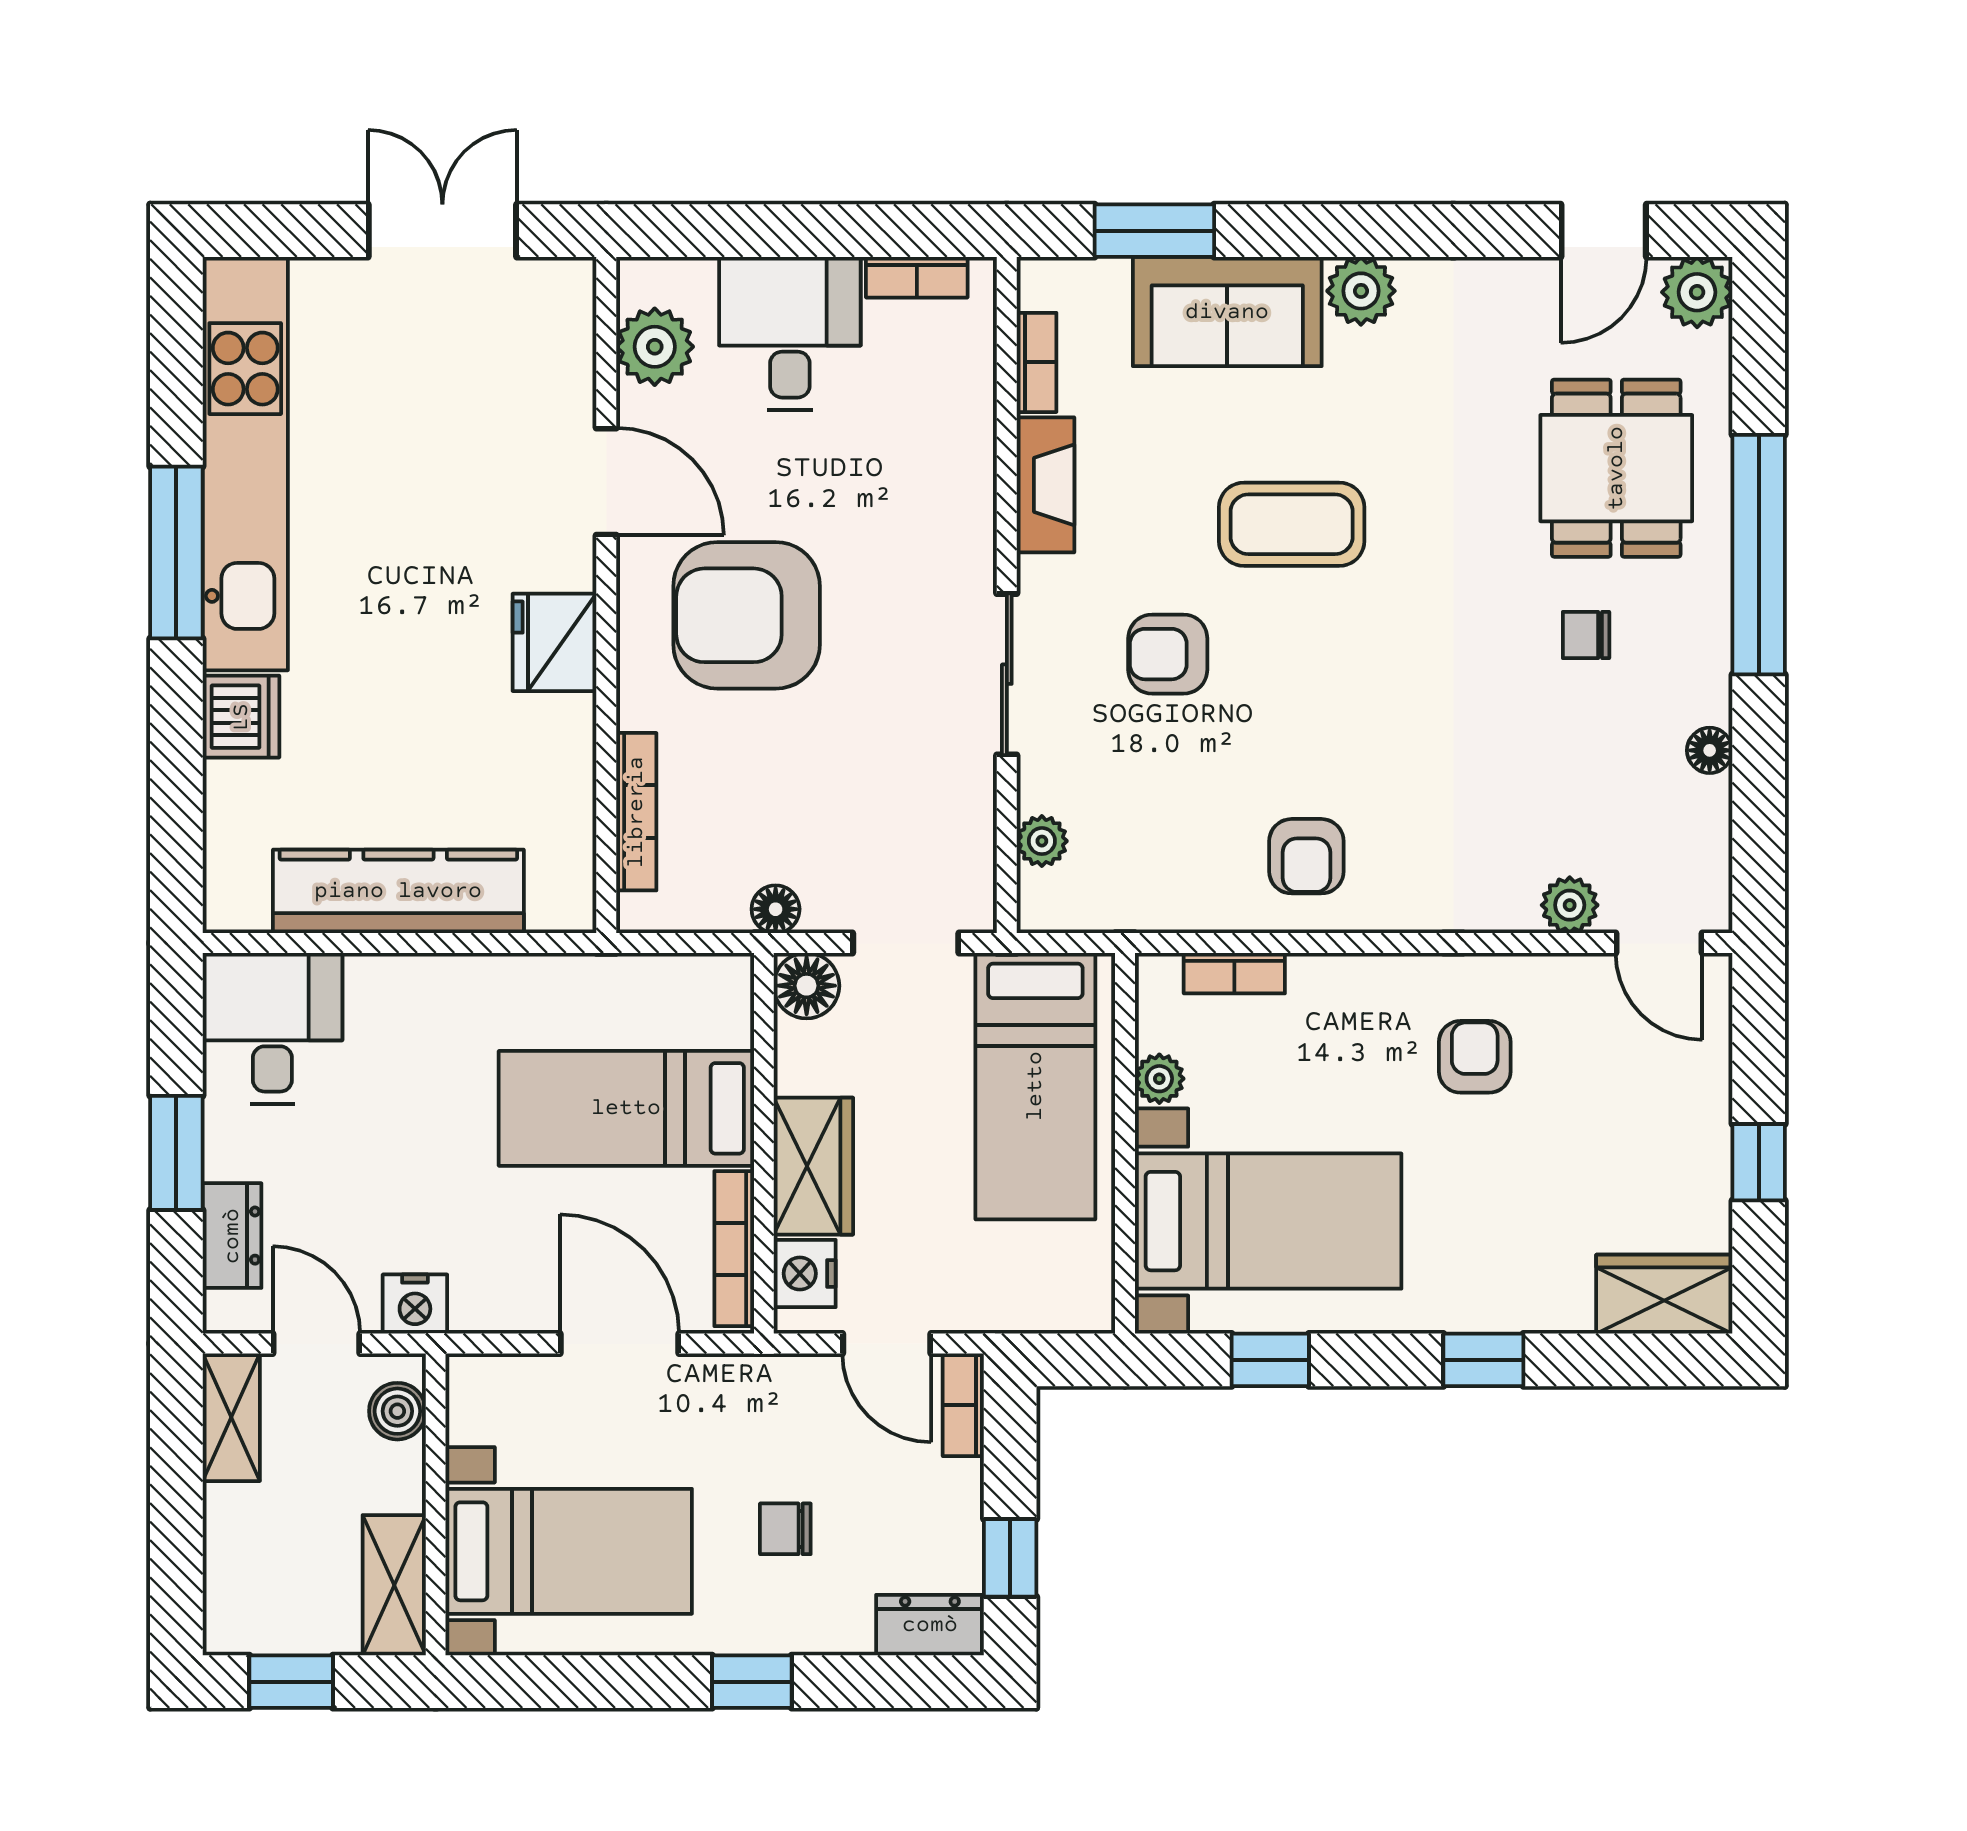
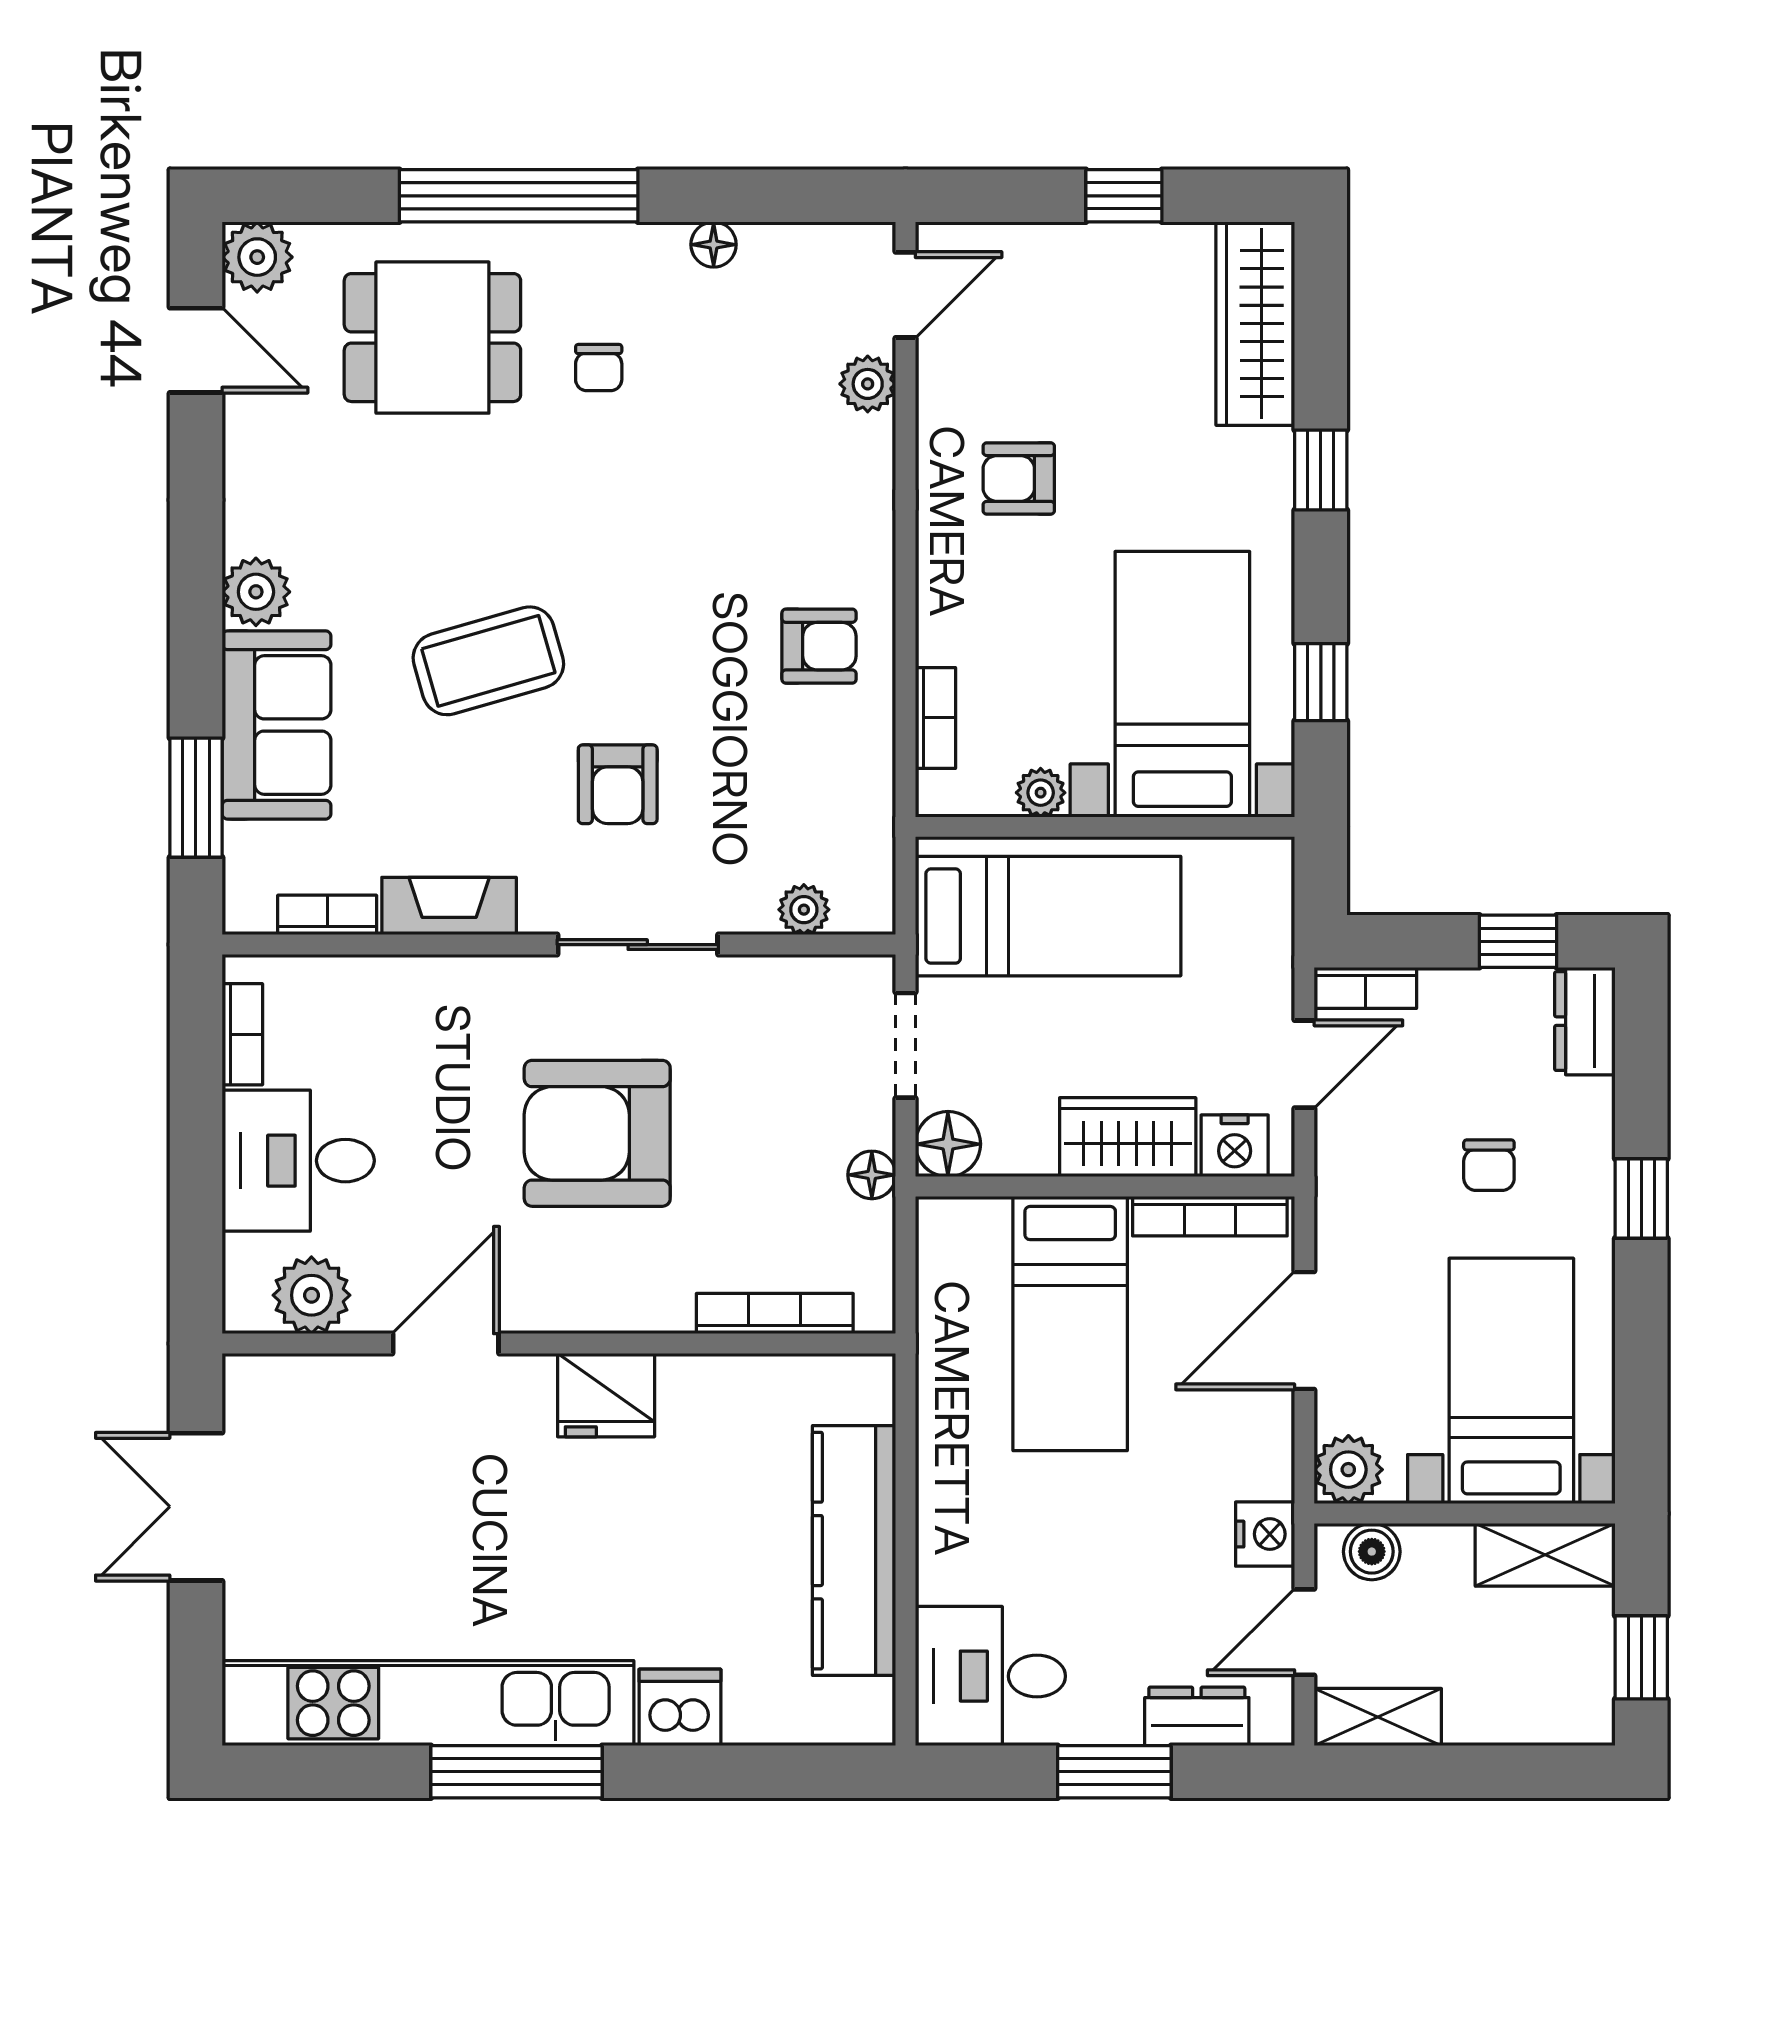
coffee table: (1292, 524) -> (488, 661), turned 74
armchair: (747, 615) -> (597, 1133), moved, turned 90
wardrobe: (1664, 1294) -> (1255, 324), width x1.50
plant: (480, 1388) -> (1348, 1470), added

